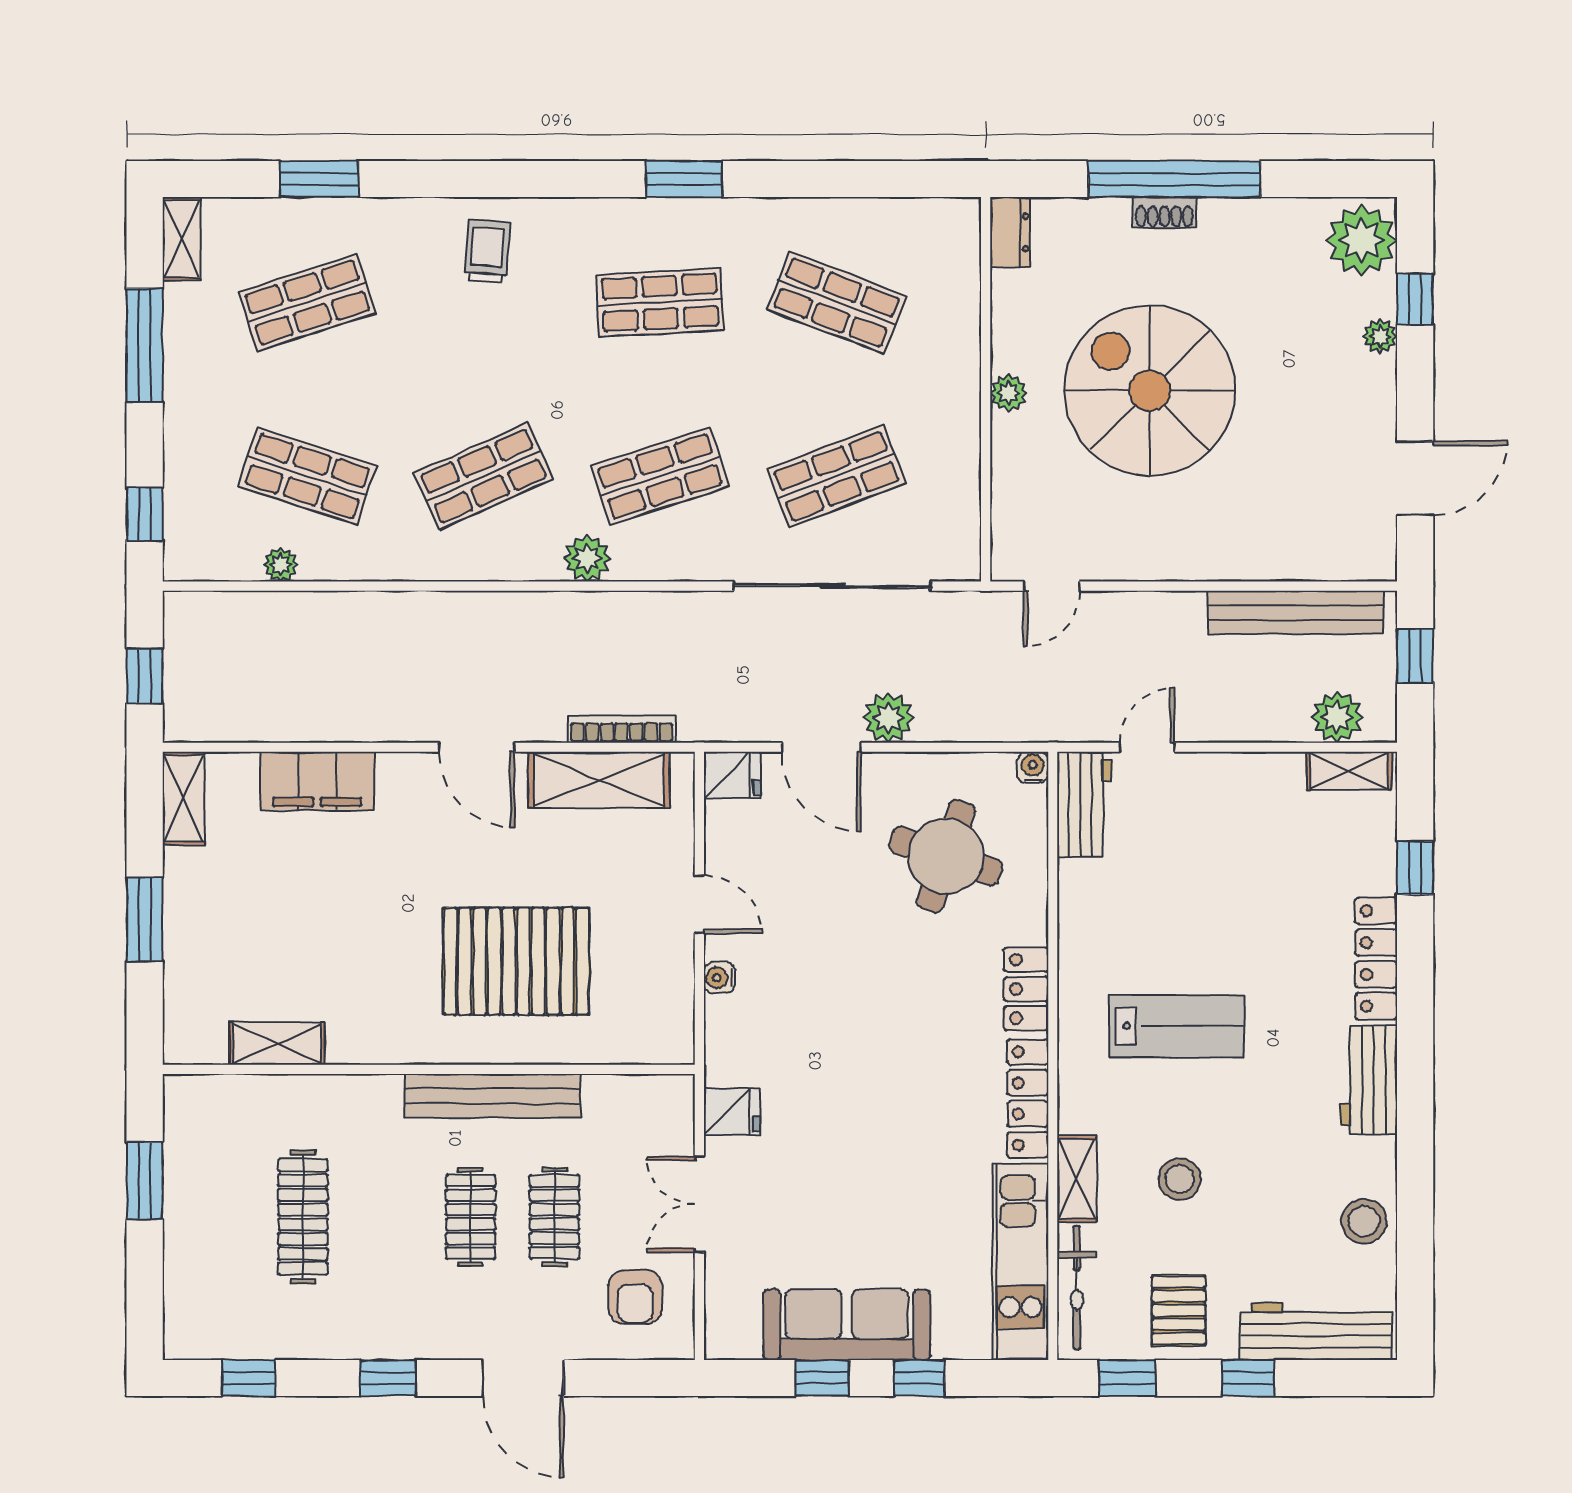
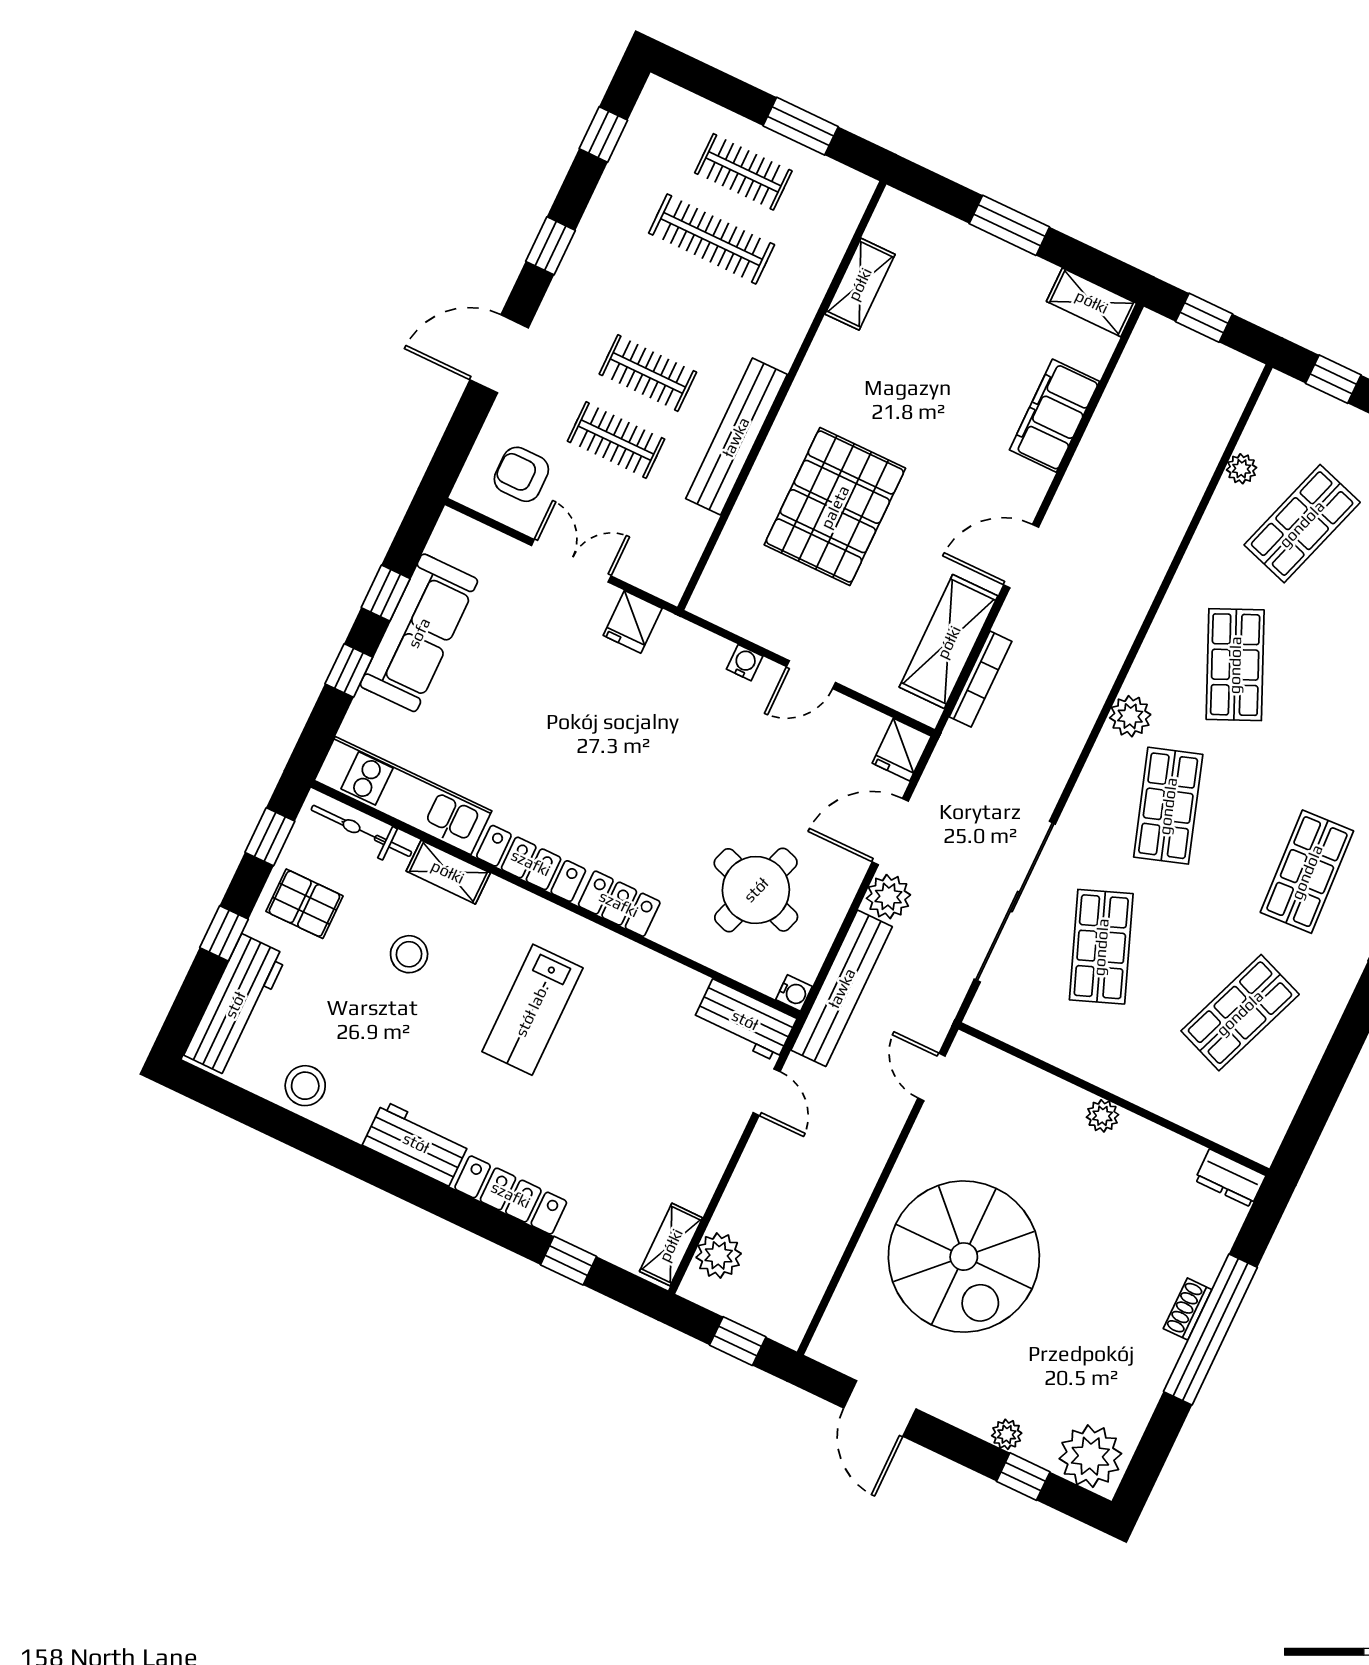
spiral stairs: (1150, 391) -> (964, 1257), moved, turned 90
bench: (1296, 612) -> (842, 988), moved
clothes rail: (219, 1217) -> (743, 172), added

